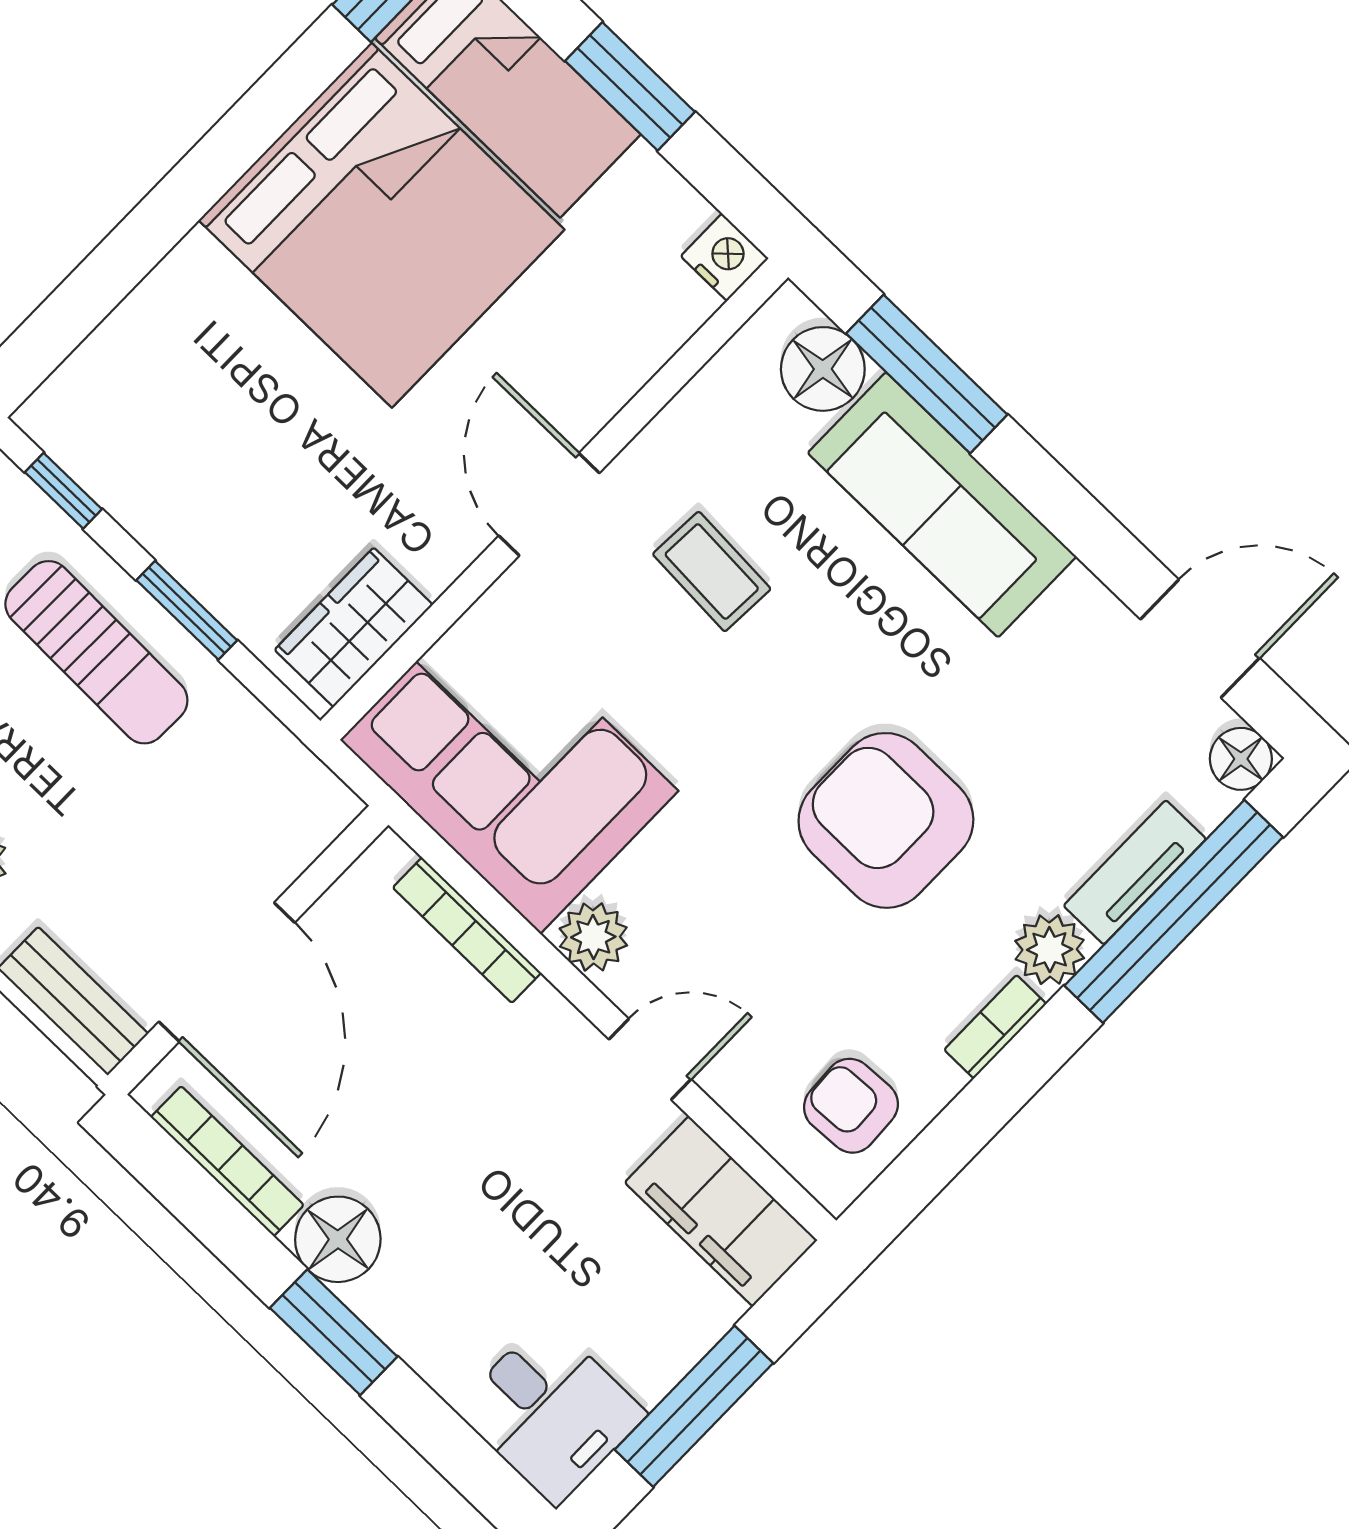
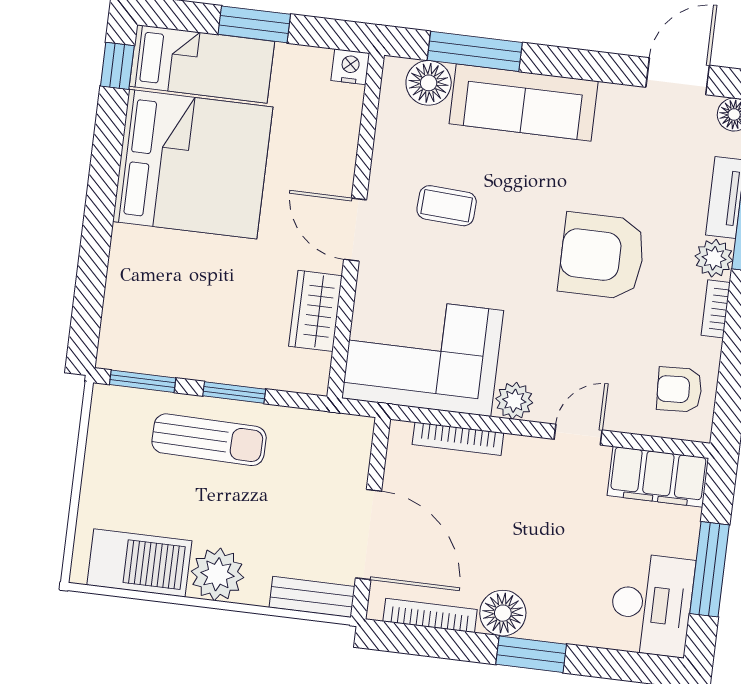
window: (63, 491) -> (143, 381), width x1.50
wardrobe: (354, 627) -> (315, 311), moved
desk: (551, 1412) -> (651, 605), width x1.37

